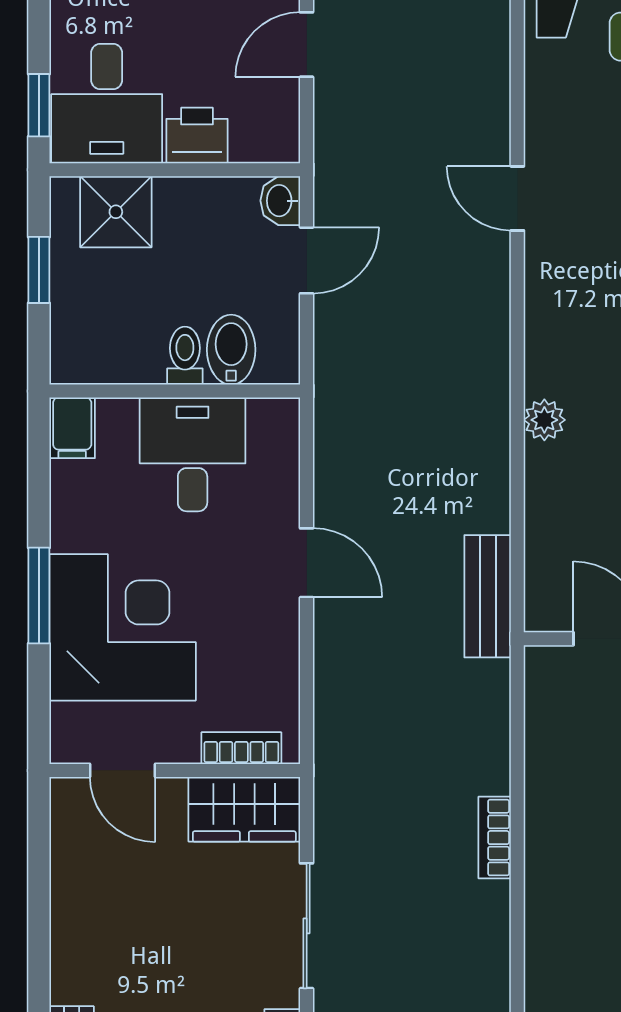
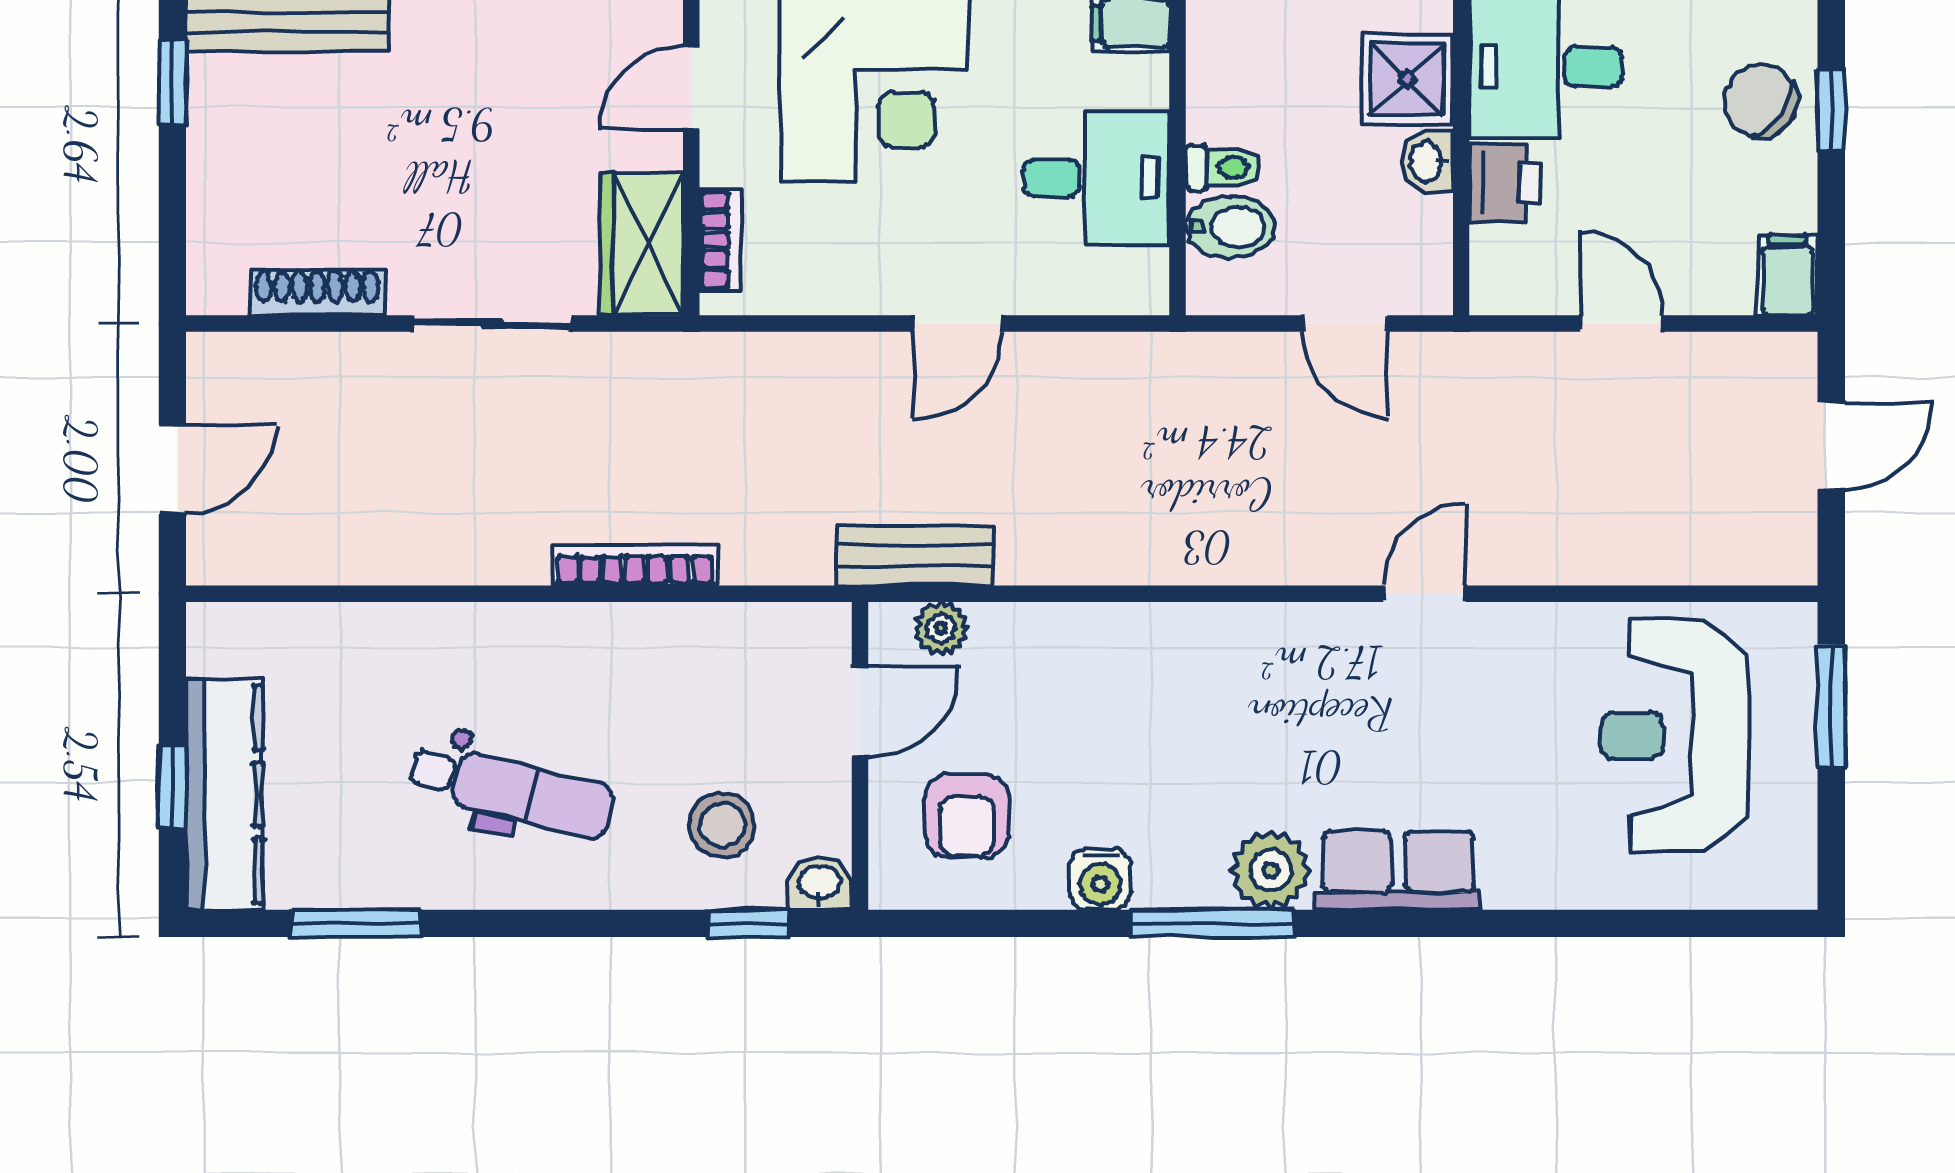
washbasin: (280, 201) -> (1428, 162), moved, turned -90
plant: (544, 420) -> (941, 628), moved
bookcase: (495, 838) -> (635, 565), width x1.56

